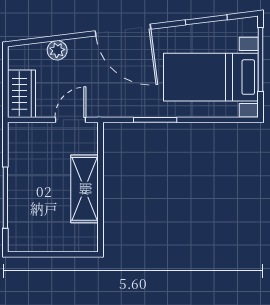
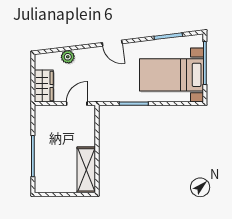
door: (123, 30) -> (112, 43), width x0.53
shelving: (85, 189) -> (86, 170), moved

